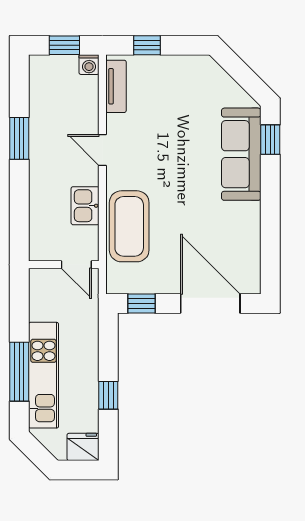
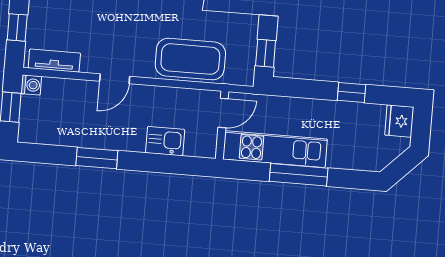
kitchen sink: (85, 206) -> (165, 141), moved, turned 180
window: (19, 372) -> (299, 175), moved
kitchen unit: (43, 375) -> (275, 149), moved

